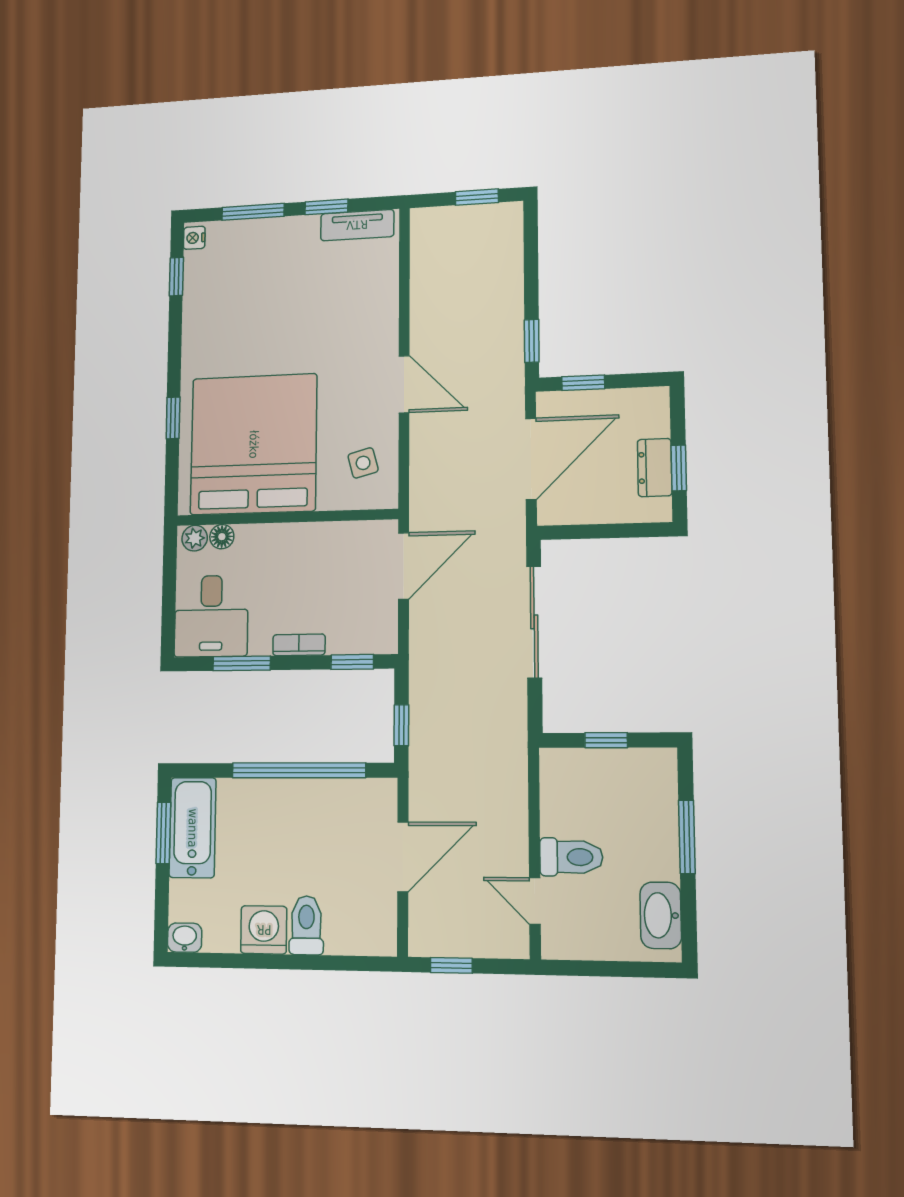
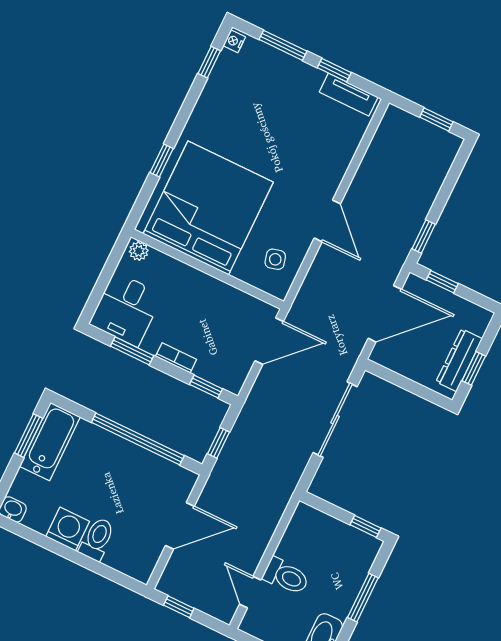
dresser: (655, 468) -> (459, 360), width x1.44
floor lamp: (222, 537) -> (158, 260), removed
window: (606, 740) -> (365, 526), moved

